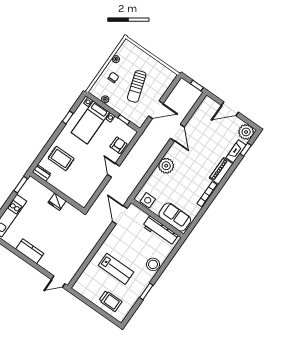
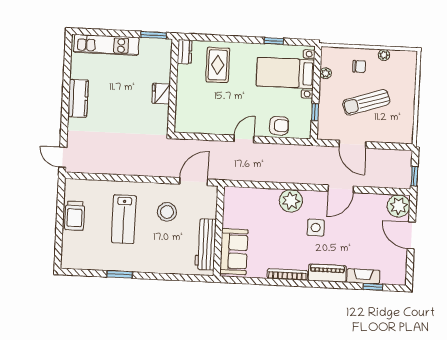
plant: (246, 132) -> (399, 206), moved
side table: (148, 200) -> (316, 228), moved
stool: (153, 264) -> (167, 212), moved
trolley: (110, 301) -> (75, 216), moved

